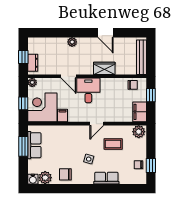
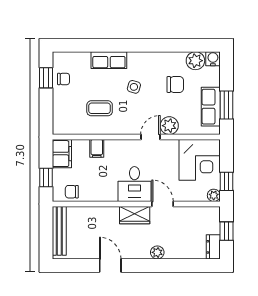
dresser: (33, 63) -> (213, 247), moved
wardrobe: (104, 68) -> (135, 215), moved
window: (23, 103) -> (226, 181), moved
filing cabinet: (63, 116) -> (97, 148), moved
door: (97, 124) -> (150, 137), moved
plant: (139, 132) -> (169, 126), moved
chair: (65, 174) -> (175, 84), moved

